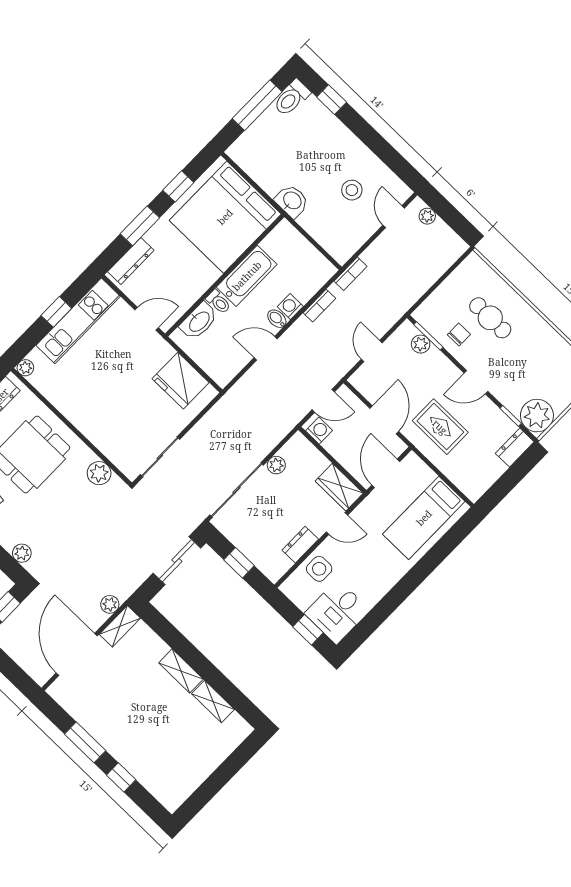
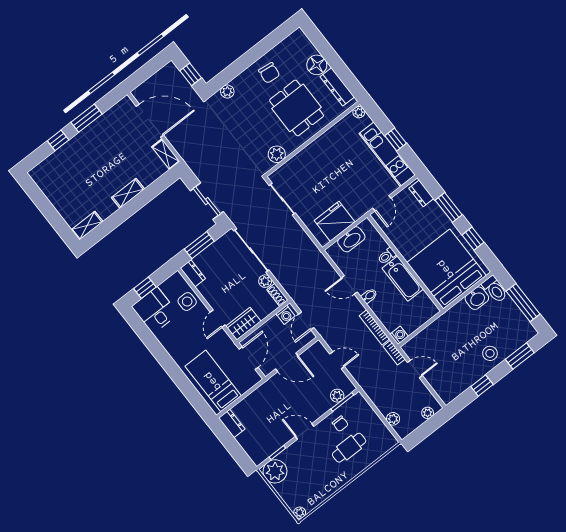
toilet: (292, 98) -> (495, 289), moved, turned 180
window: (332, 100) -> (520, 356), width x1.50
window: (379, 146) -> (482, 386), added
stool: (352, 190) -> (490, 353), moved
washbasin: (292, 201) -> (477, 298), moved
door: (394, 217) -> (415, 369), moved
dresser: (131, 261) -> (421, 193), width x0.70
bookcase: (319, 306) -> (374, 327), width x1.56
washing machine: (290, 307) -> (399, 335), moved
washbasin: (199, 321) -> (351, 239), moved, turned -90
door: (266, 348) -> (349, 285), swing flipped
door: (476, 382) -> (305, 431), hinge flipped
rug: (440, 427) -> (277, 402), removed
shoe rack: (293, 446) -> (277, 295), added
dresser: (515, 448) -> (232, 424), moved
door: (386, 473) -> (249, 358), hinge flipped
dresser: (300, 545) -> (193, 273), moved
window: (239, 563) -> (199, 245), width x1.50
plant: (110, 604) -> (393, 419), moved
shelving: (213, 702) -> (87, 226), moved

